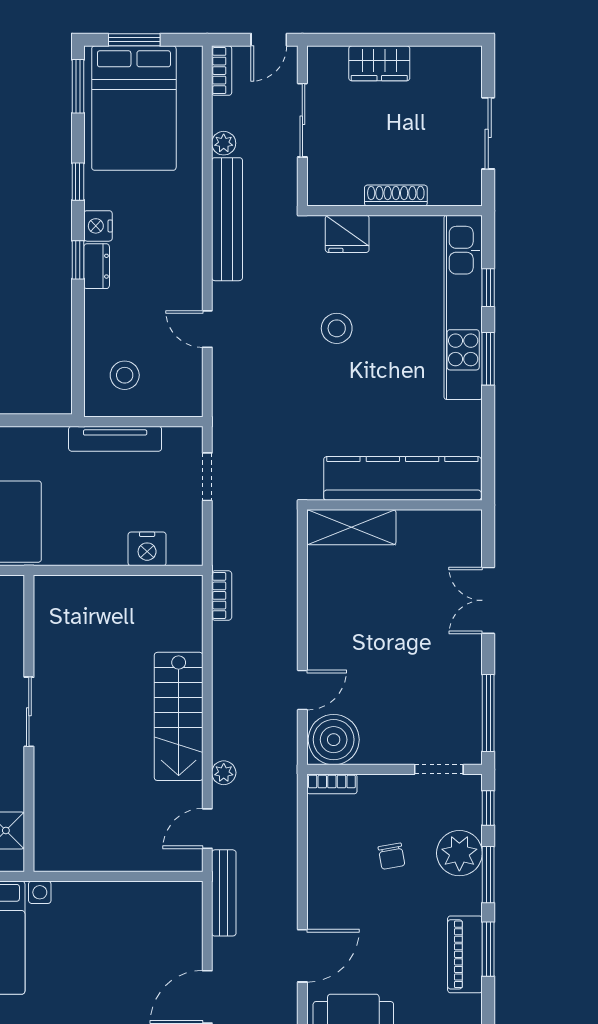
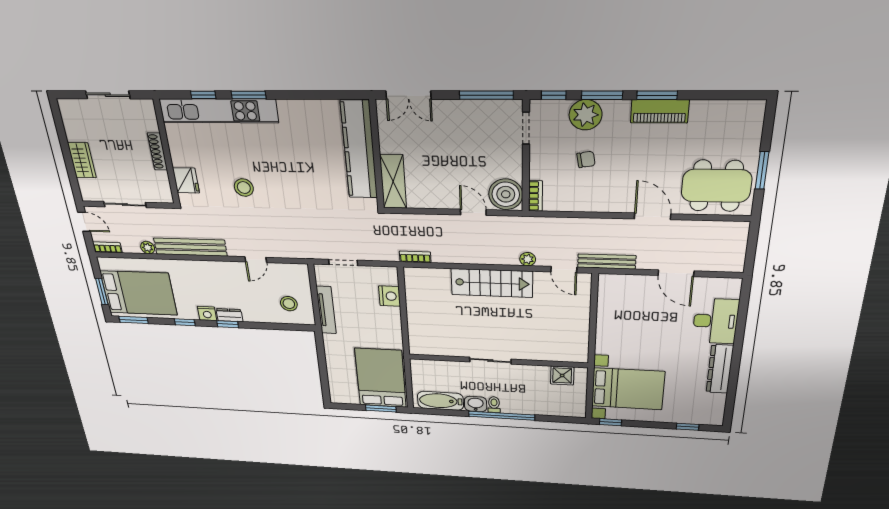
kitchen counter: (402, 478) -> (359, 150), moved
wall: (395, 505) -> (377, 155), moved
shelving: (351, 527) -> (393, 182), moved

